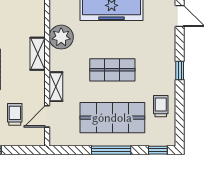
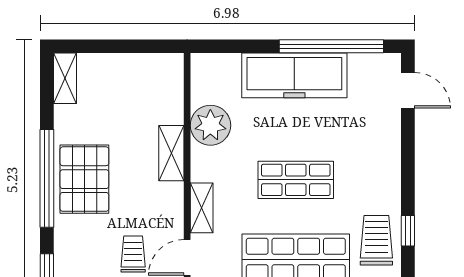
window: (180, 70) -> (408, 231), moved
trolley: (161, 106) -> (376, 240), width x1.36, depth x1.39

